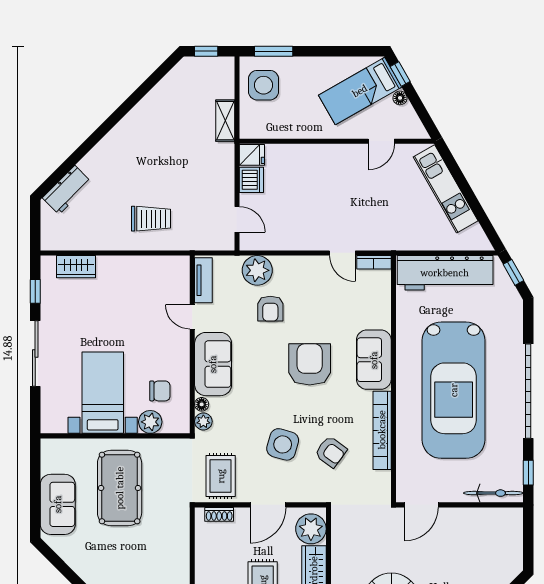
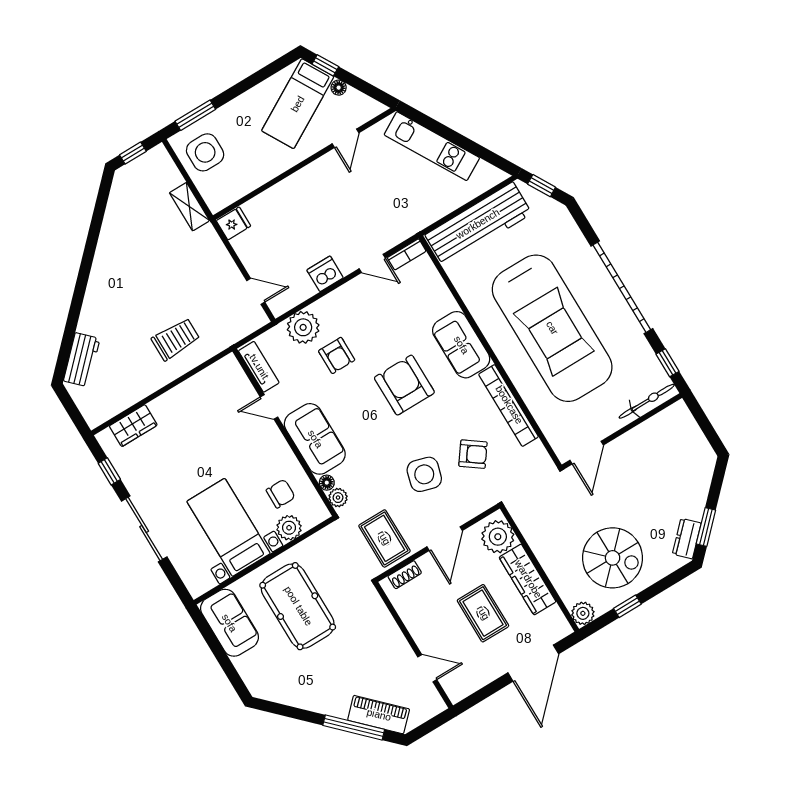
dishwasher: (251, 180) -> (325, 274), moved, turned -90
sofa: (58, 504) -> (229, 623), moved

